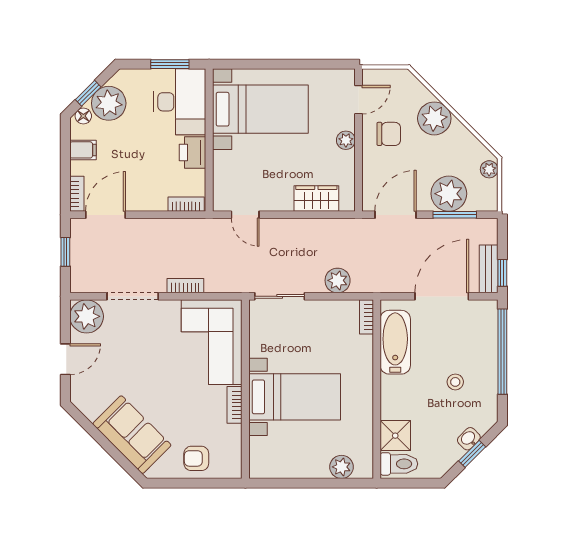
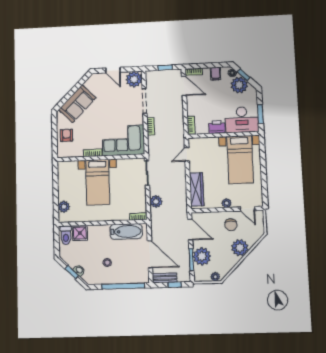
wardrobe: (316, 198) -> (197, 189), width x1.50
window: (502, 273) -> (175, 285), moved

